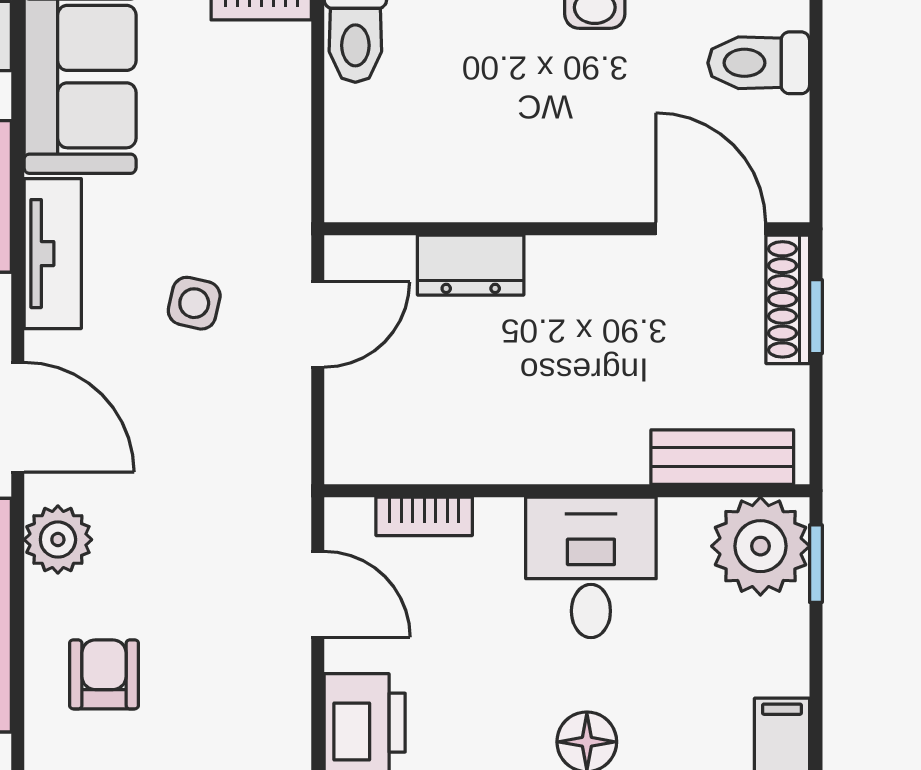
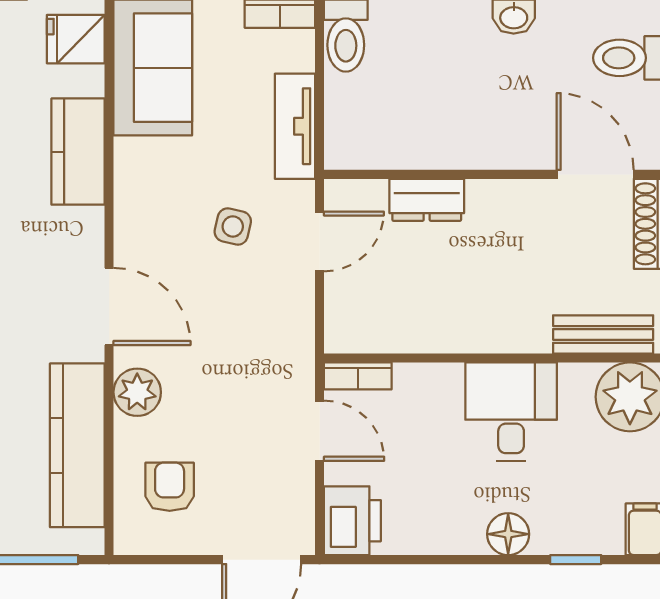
tv unit: (53, 254) -> (295, 126), moved, turned 180
bookcase: (424, 516) -> (358, 376), moved

